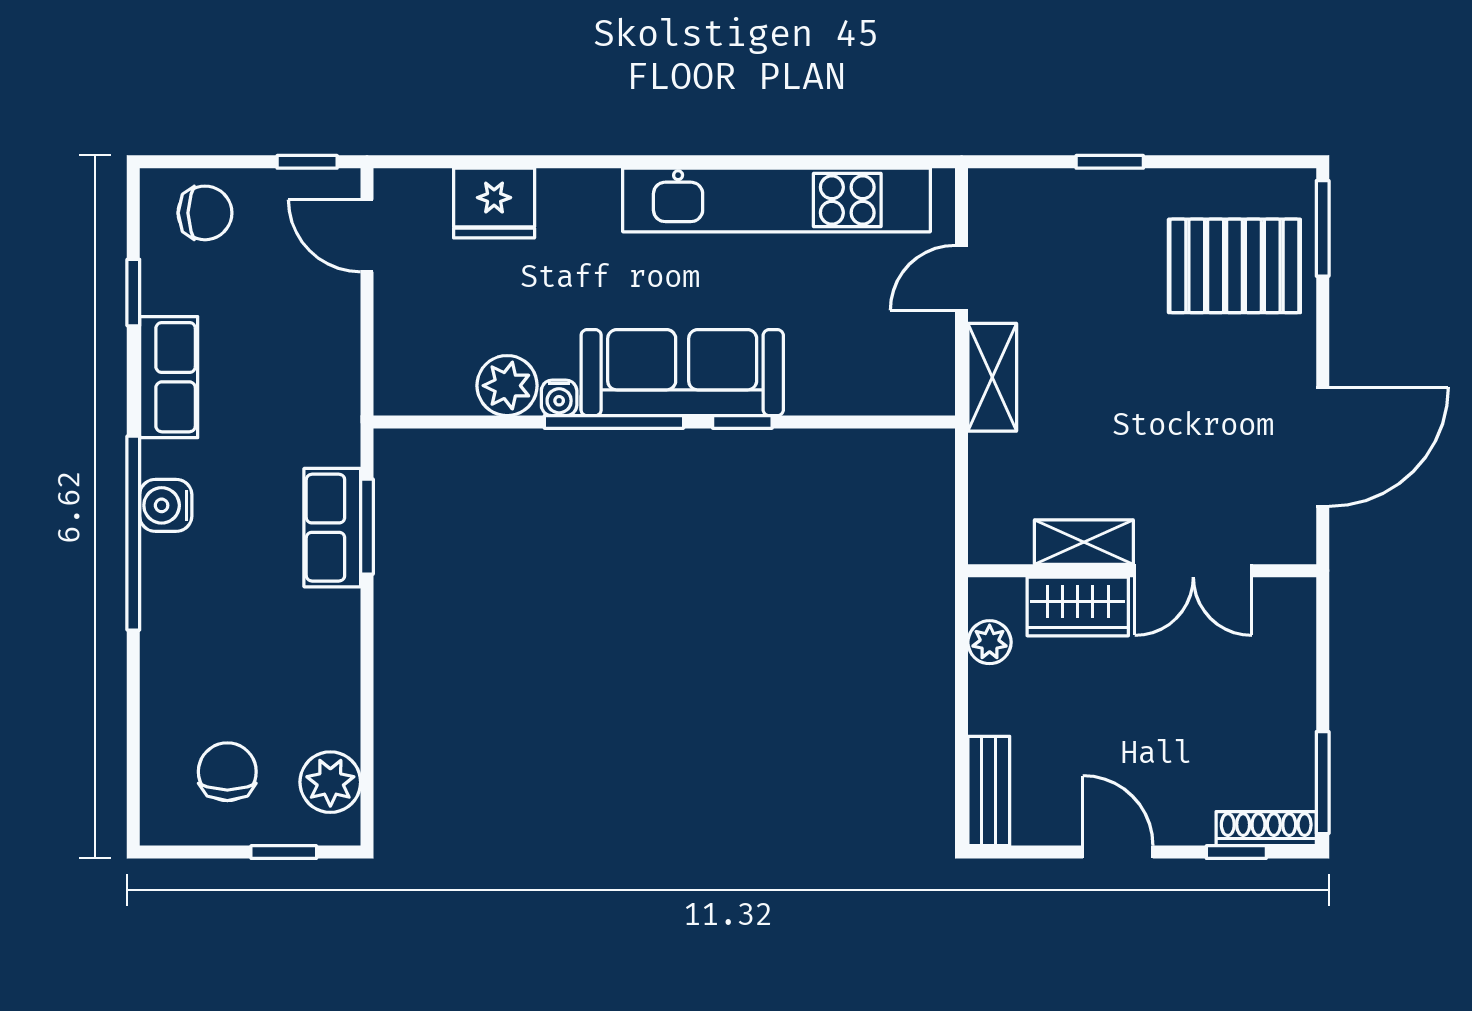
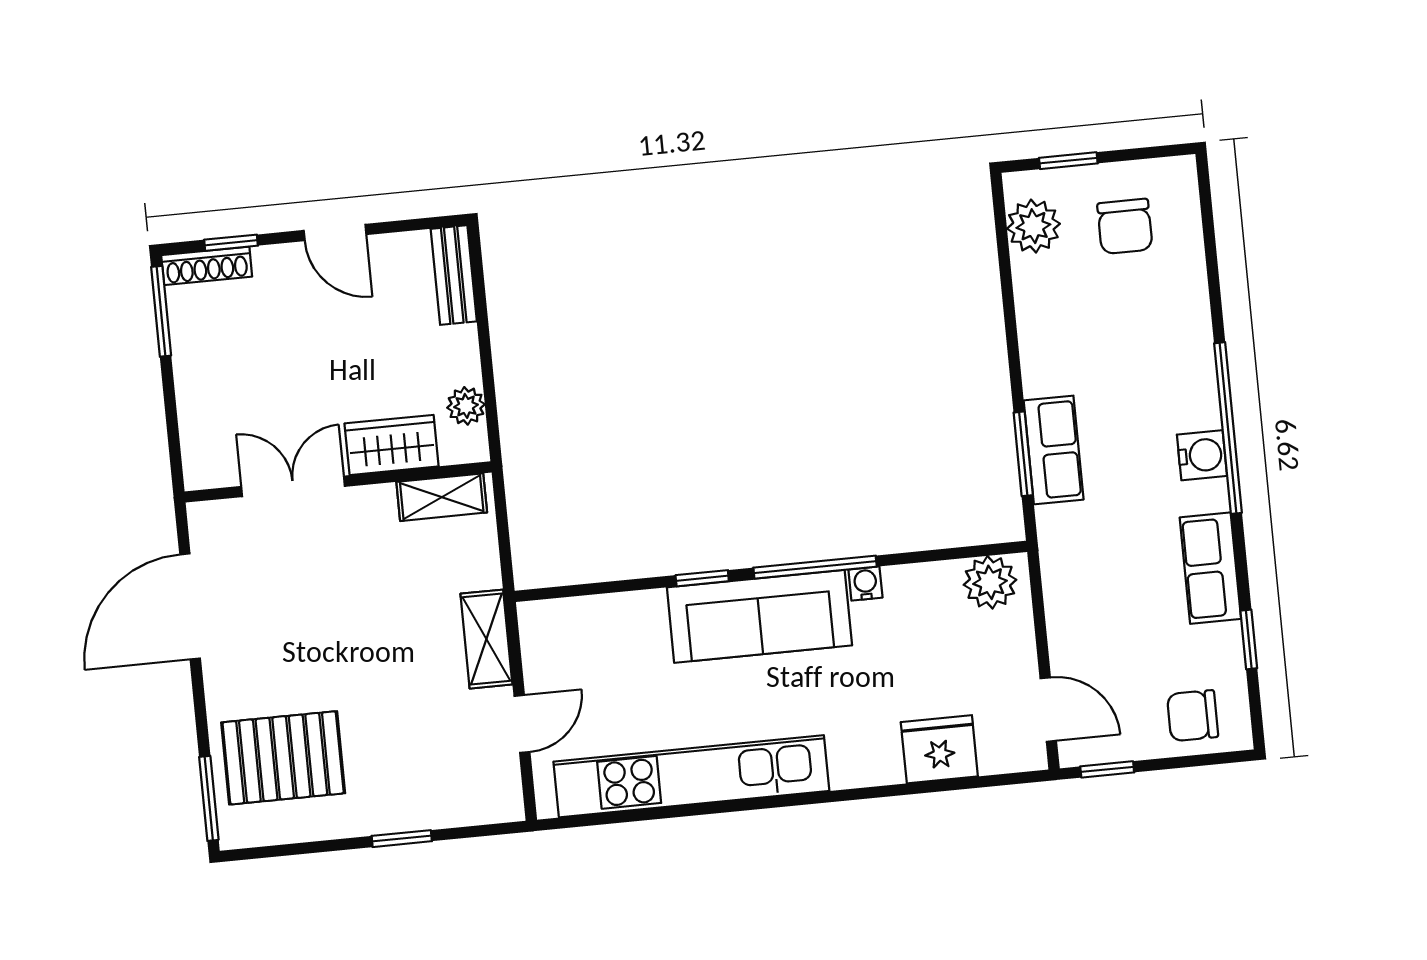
plant: (507, 386) -> (990, 582), moved
shelving: (1084, 542) -> (442, 497), moved

